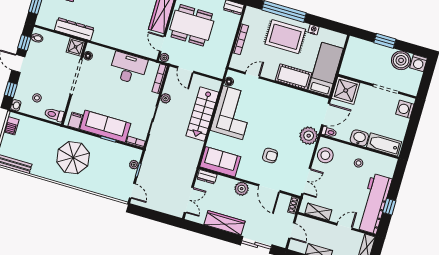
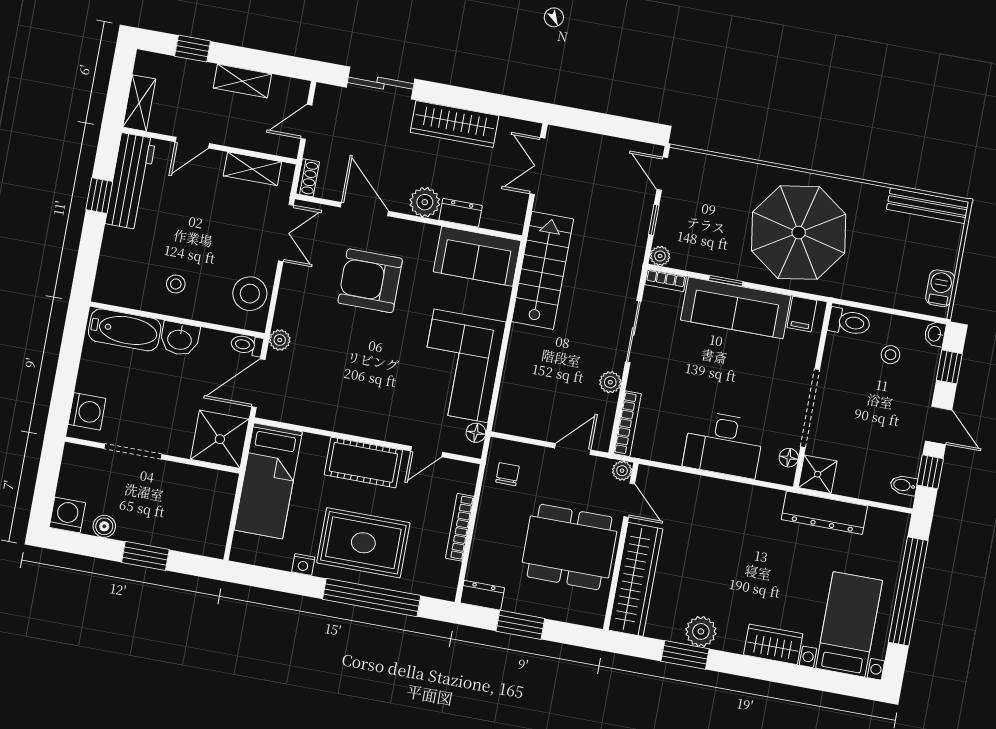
boiler: (401, 60) -> (104, 526), width x0.54, depth x0.54
chair: (217, 61) -> (507, 474), added
desk: (128, 68) -> (724, 444), moved
door: (186, 70) -> (573, 449), hinge flipped
cot: (293, 77) -> (363, 462), moved
stairs: (202, 114) -> (543, 270), moved
plant: (309, 136) -> (280, 340), width x0.53, depth x0.53
armchair: (270, 156) -> (370, 281), width x1.88, depth x1.88
parasol: (73, 158) -> (799, 233), width x1.36, depth x1.36
plant: (134, 165) -> (660, 256), moved
dresser: (207, 177) -> (461, 213), moved
double door: (306, 181) -> (286, 233), swing flipped
workbench: (374, 204) -> (130, 181), width x0.73, depth x0.76
door: (292, 231) -> (306, 122), hinge flipped

